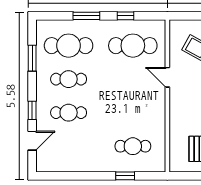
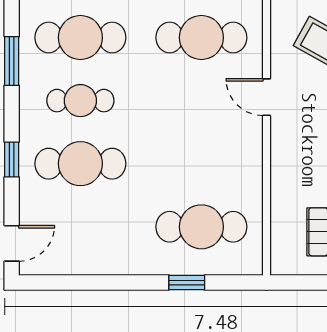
cafe table: (69, 113) -> (80, 164), width x1.37, depth x1.35
door: (32, 141) -> (12, 243), moved
cafe table: (133, 146) -> (201, 227), width x1.37, depth x1.35

